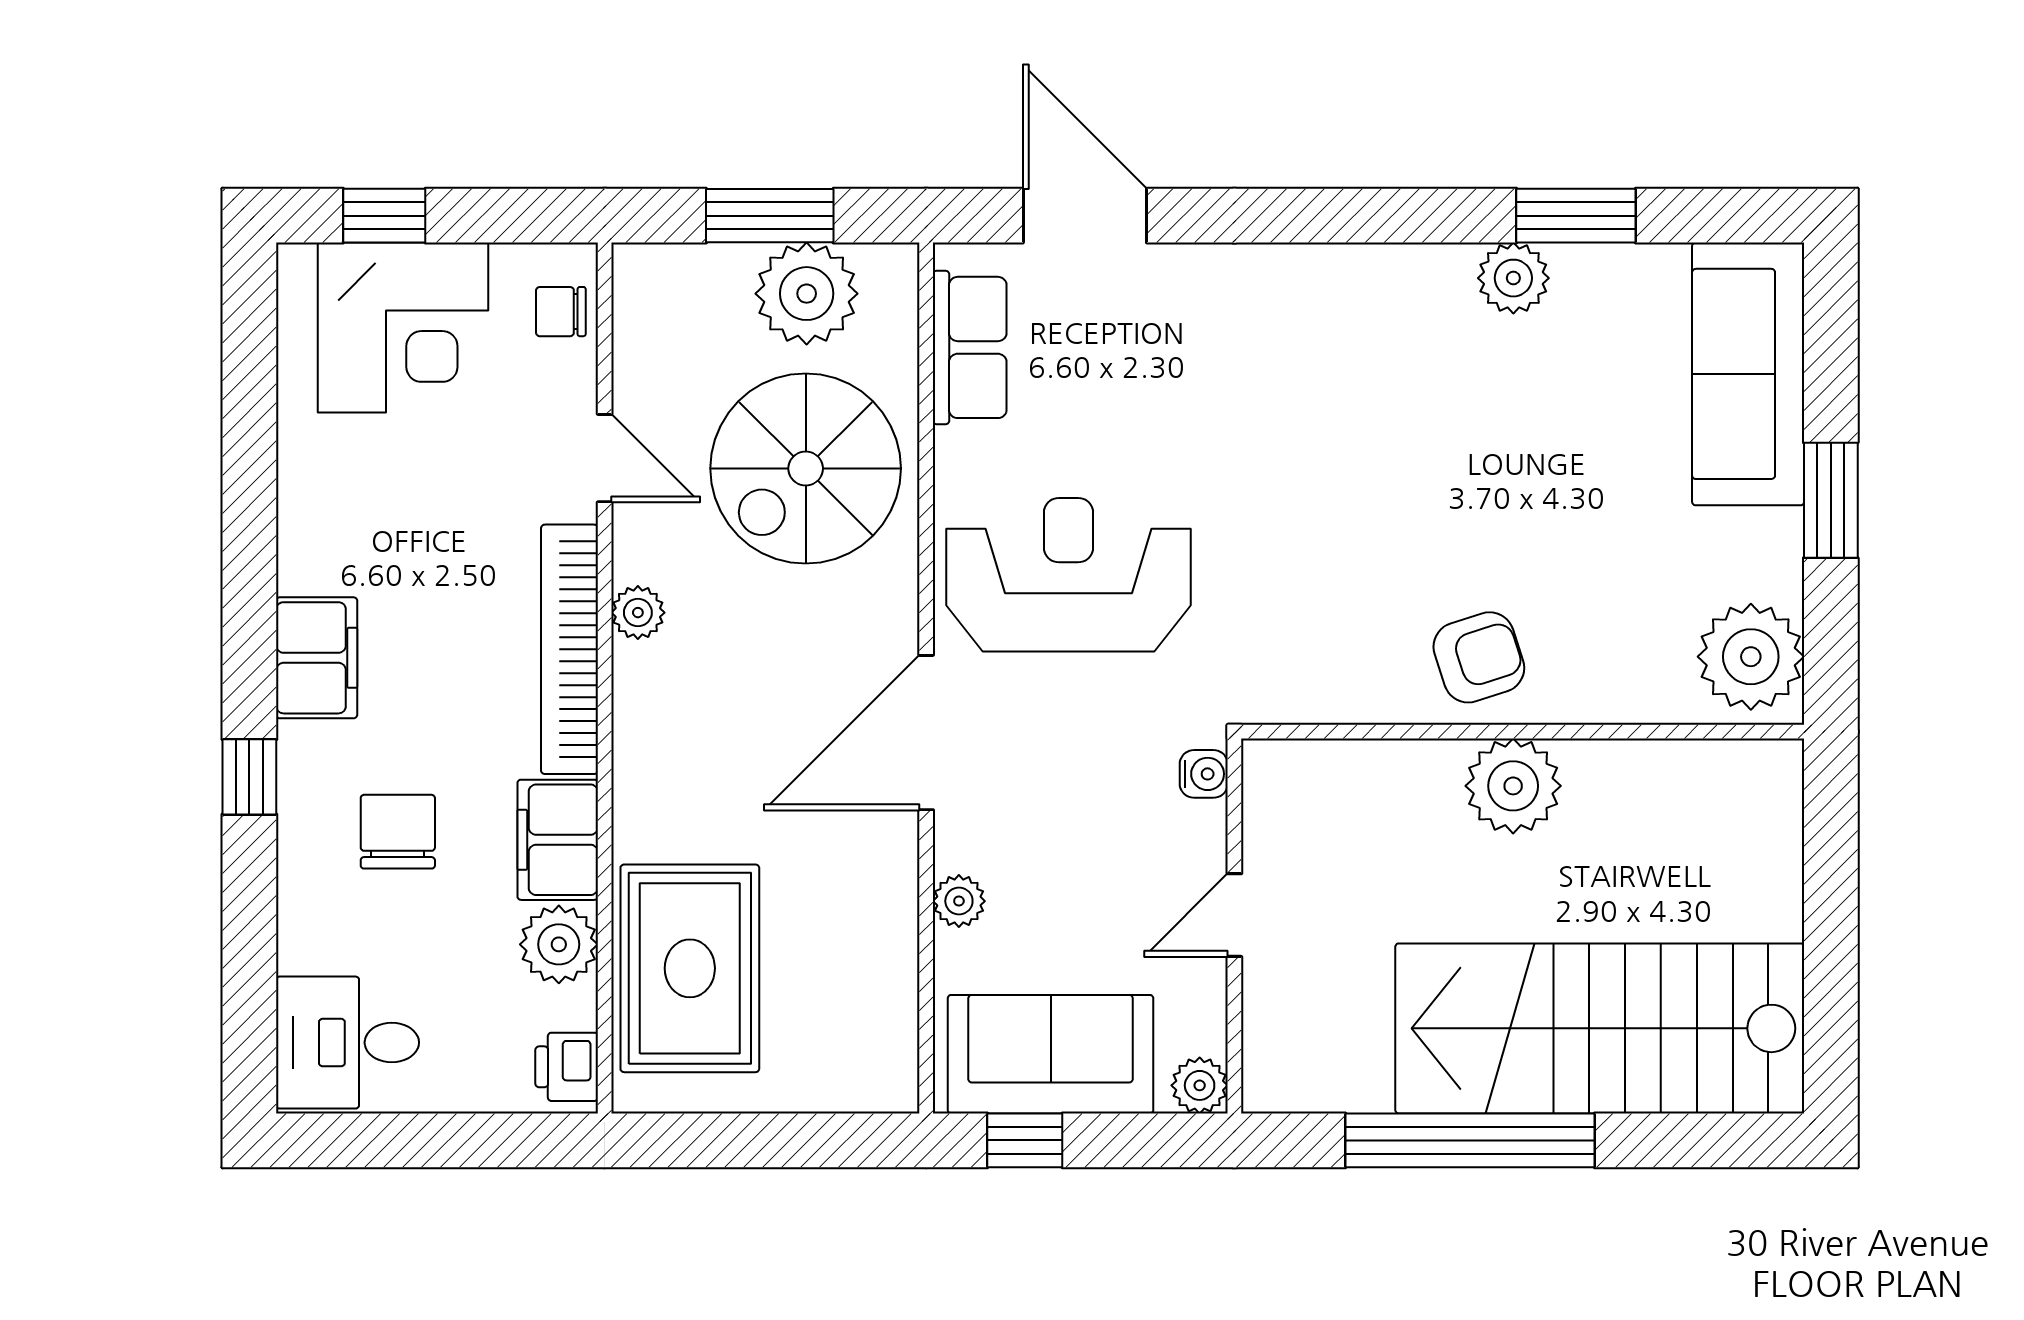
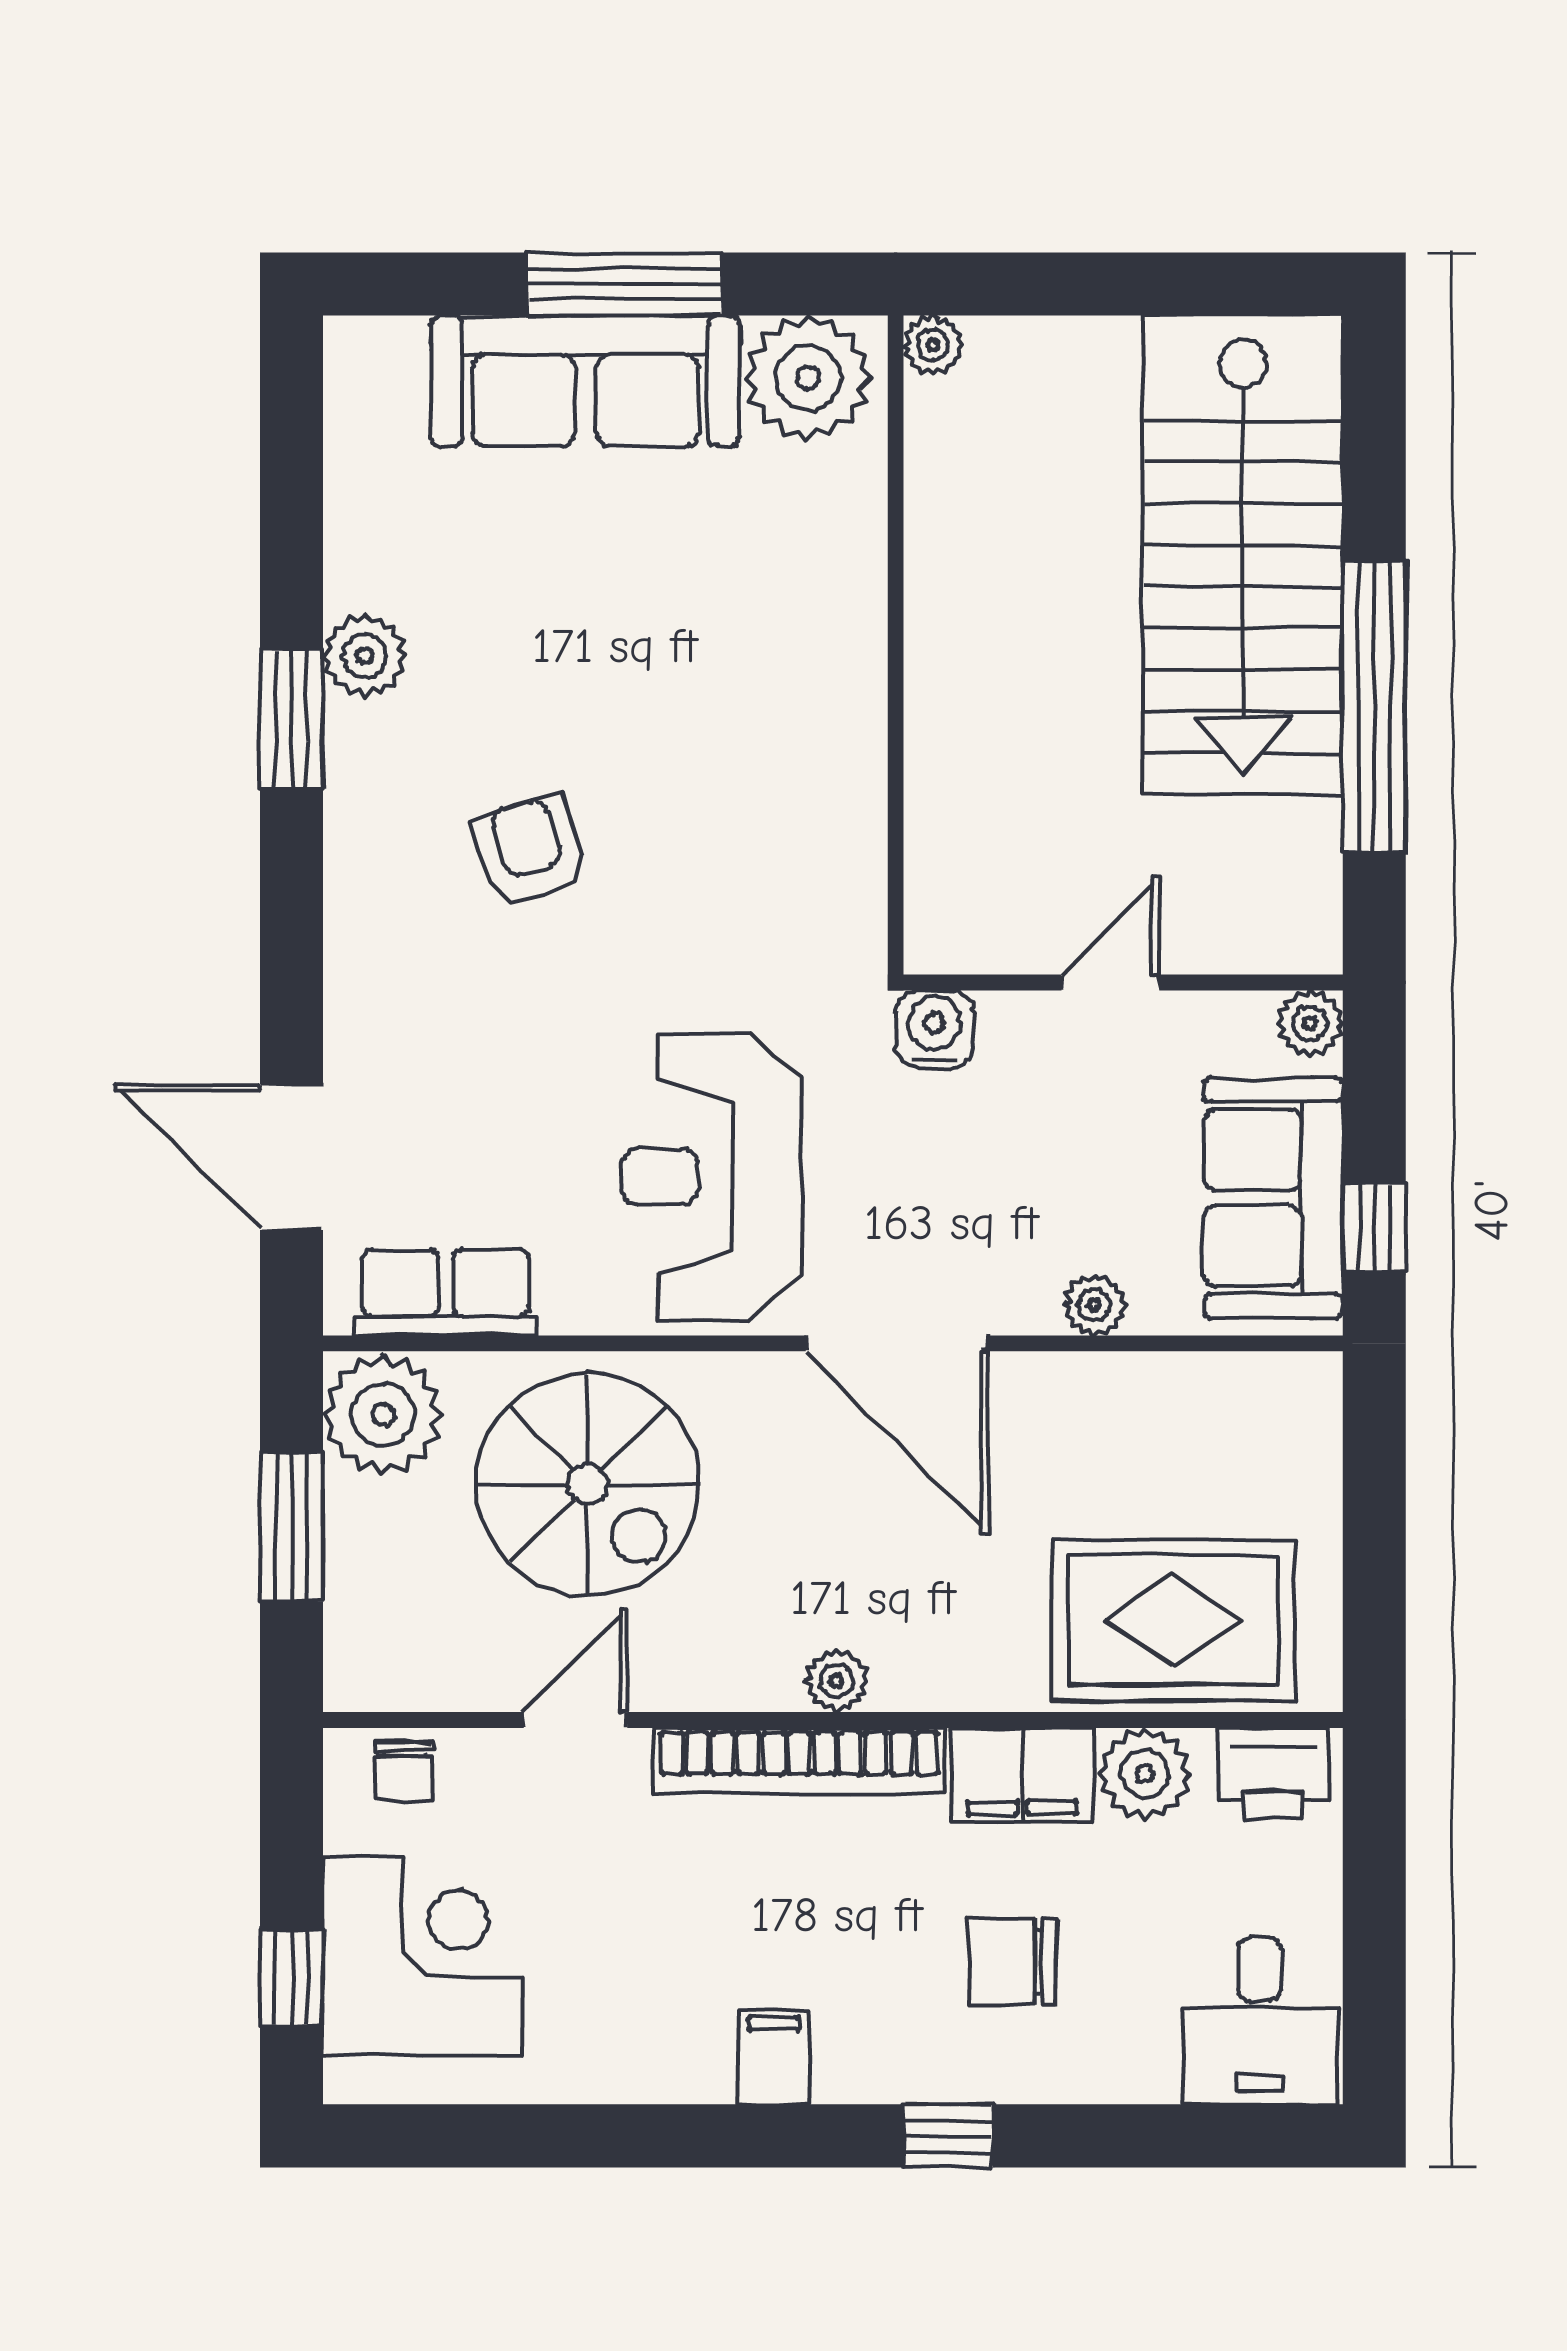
door: (1085, 216) -> (291, 1157), hinge flipped
window: (1576, 216) -> (291, 719), moved
plant: (807, 294) -> (383, 1415), moved
sofa: (1748, 374) -> (585, 381), moved
window: (1831, 500) -> (625, 284), width x1.44
plant: (638, 613) -> (837, 1681), moved
armchair: (1479, 657) -> (530, 851), moved
filing cabinet: (317, 658) -> (774, 2057), width x0.50
water cooler: (1204, 774) -> (934, 1029), width x1.38, depth x1.38
plant: (1513, 786) -> (933, 345), moved, width x0.53, depth x0.53
door: (1234, 915) -> (1110, 982), swing flipped
printer: (567, 1067) -> (1274, 1773), width x1.36, depth x1.24

